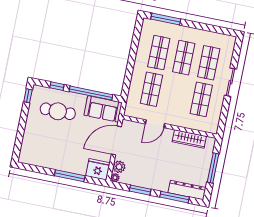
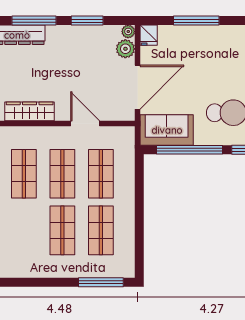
shop shelf: (209, 63) -> (62, 174), moved
door: (155, 124) -> (85, 124), hinge flipped
fridge: (98, 169) -> (149, 35), width x0.53, depth x0.75

